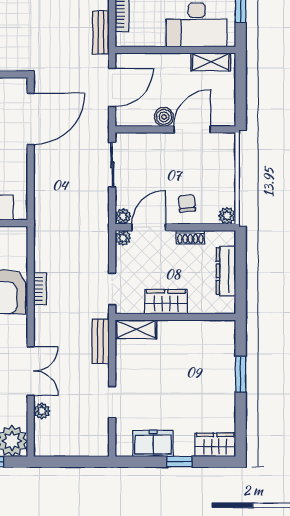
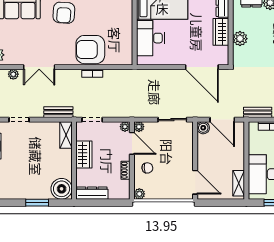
boiler: (164, 117) -> (203, 128), moved
door: (192, 129) -> (195, 182), moved
dresser: (226, 271) -> (92, 193), moved
boiler: (219, 336) -> (62, 189), added

